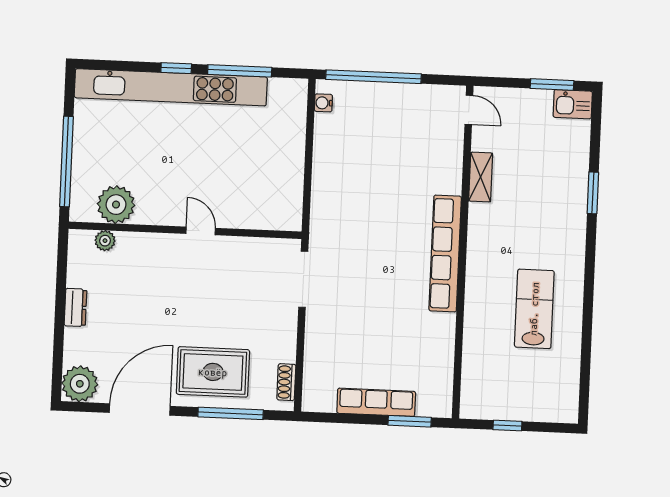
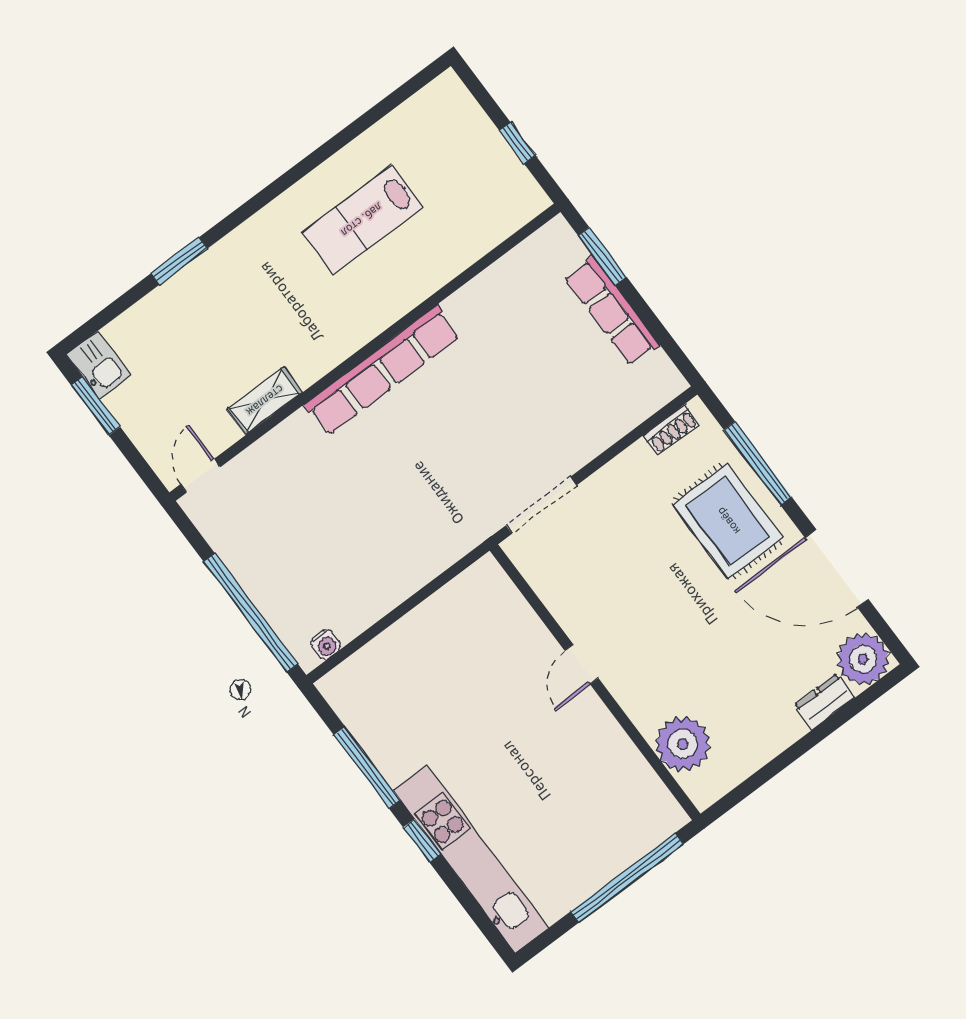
kitchen unit: (171, 87) -> (471, 859), width x0.73
plant: (116, 205) -> (630, 783), removed
plant: (105, 241) -> (683, 744), width x1.88, depth x1.88
dresser: (76, 308) -> (825, 701), moved

